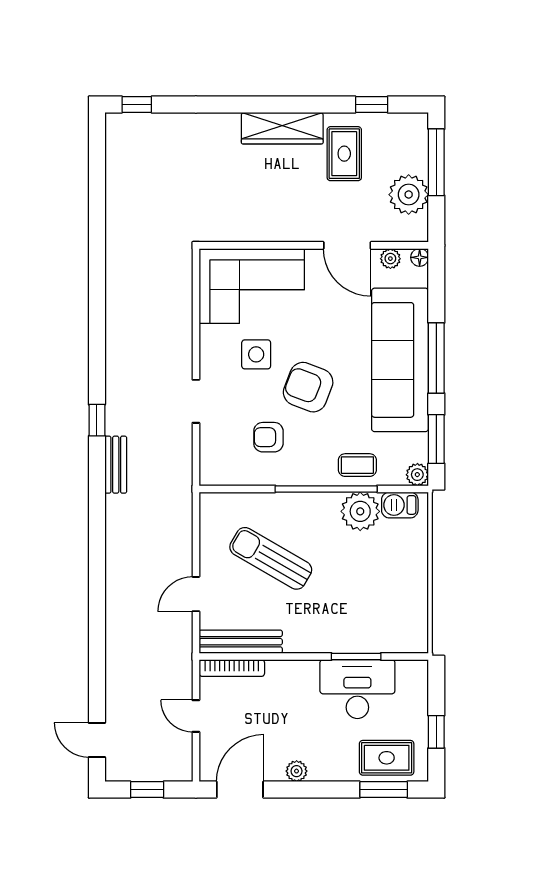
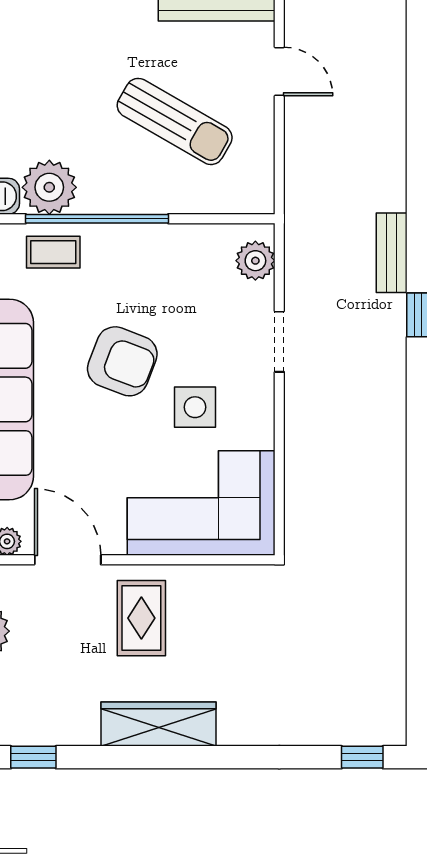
rug: (344, 154) -> (141, 618), moved
armchair: (268, 437) -> (178, 291), removed
plant: (213, 459) -> (255, 261), added
door: (196, 594) -> (279, 71), hinge flipped

